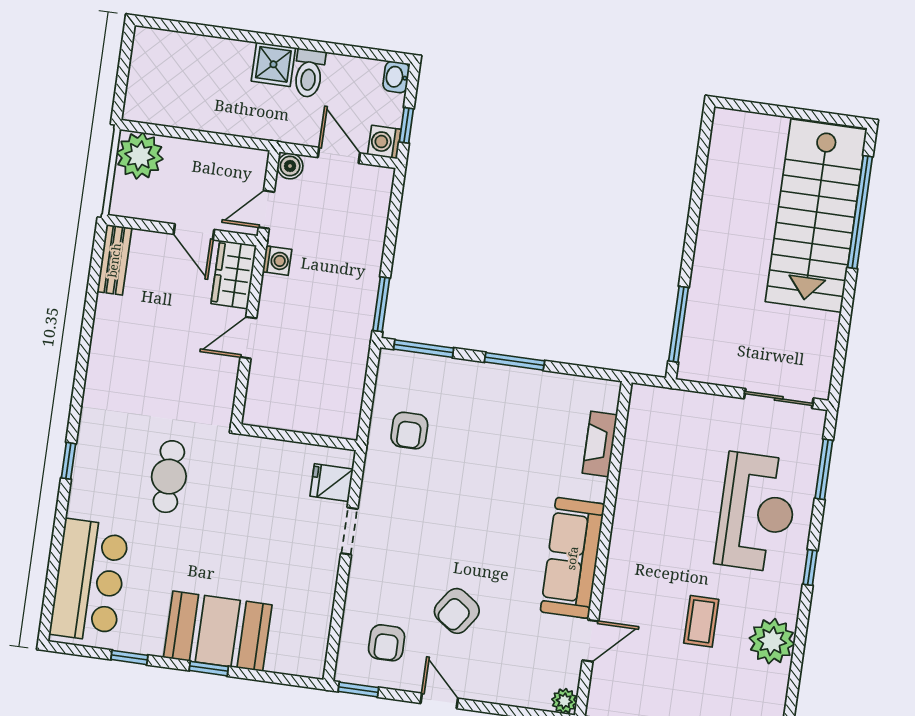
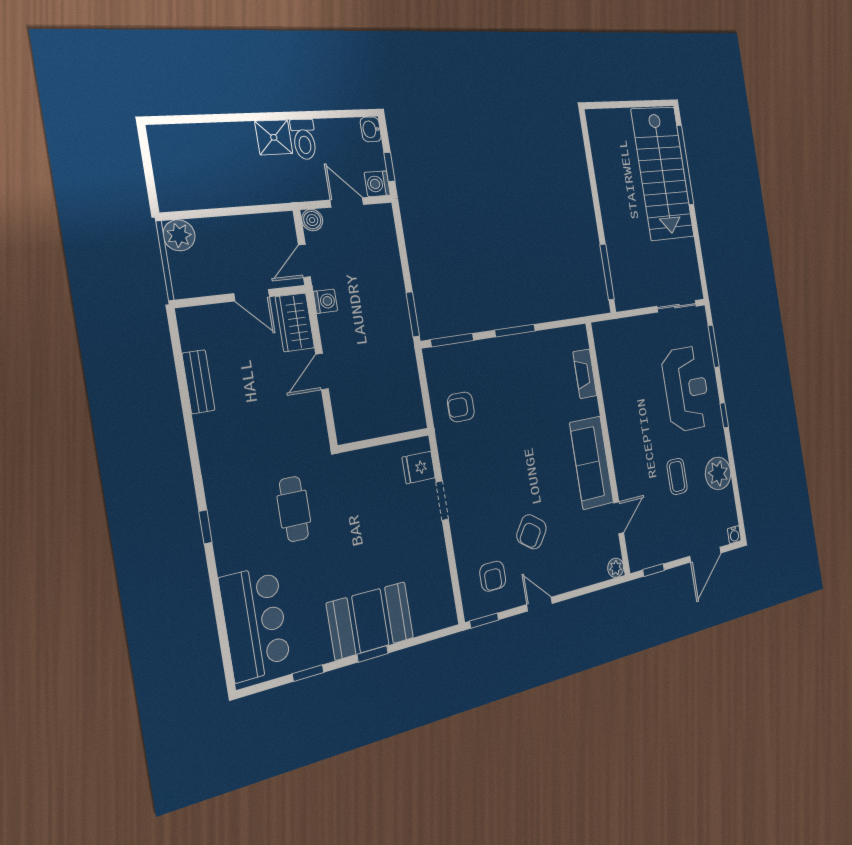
plant: (140, 156) -> (179, 235), width x0.73, depth x0.73
bench: (114, 260) -> (198, 382), moved
armchair: (409, 431) -> (461, 407), turned 90

